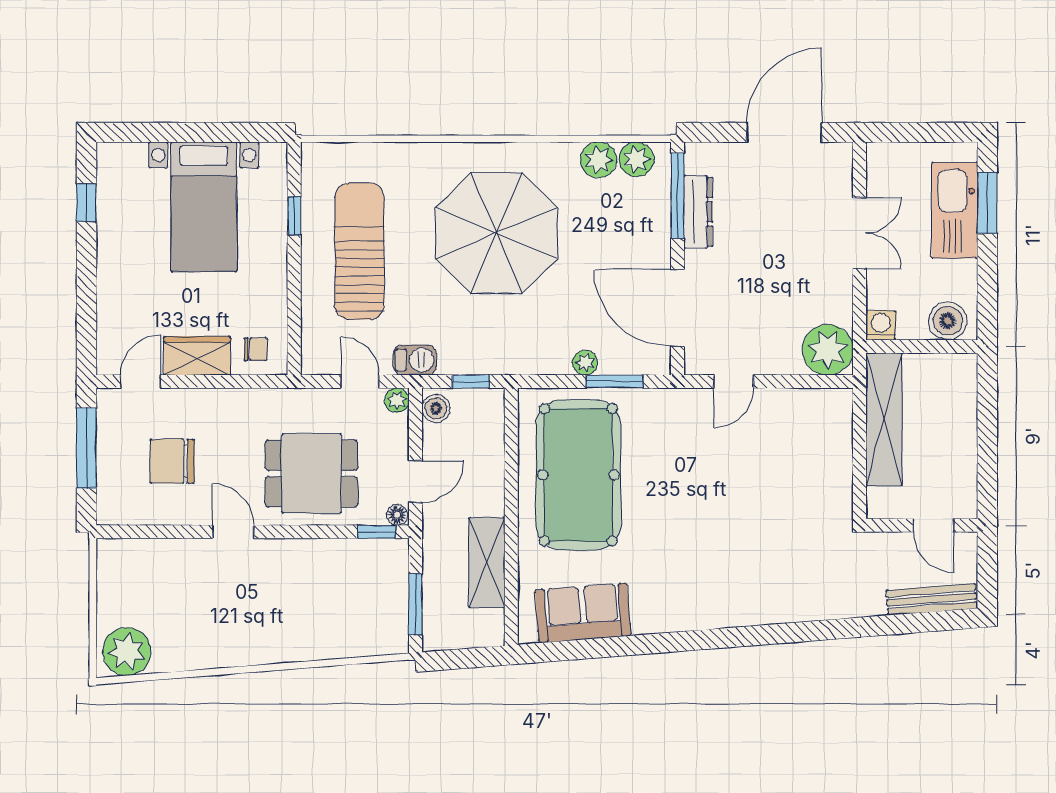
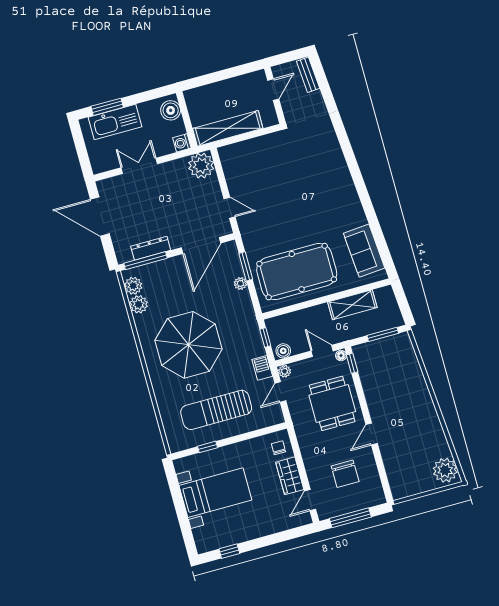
door: (141, 382) -> (310, 500), hinge flipped
bench: (932, 599) -> (308, 75), width x0.73

